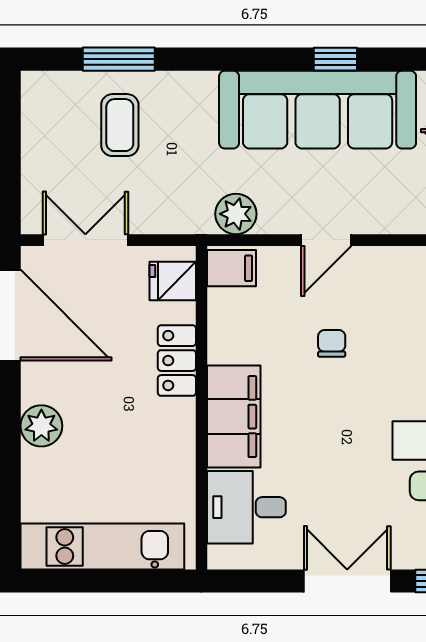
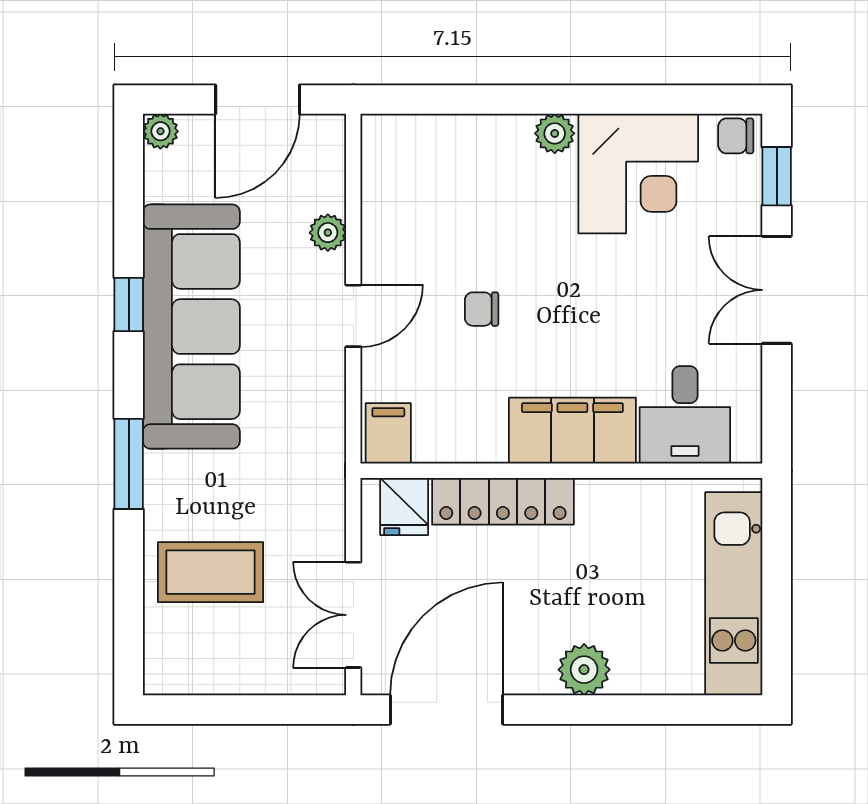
window: (119, 59) -> (129, 464), moved
coffee table: (120, 125) -> (211, 572), width x1.36, depth x1.30
plant: (236, 214) -> (328, 233), moved, width x0.73, depth x0.73
door: (326, 240) -> (353, 316), hinge flipped
locker: (177, 361) -> (503, 501), width x1.53

